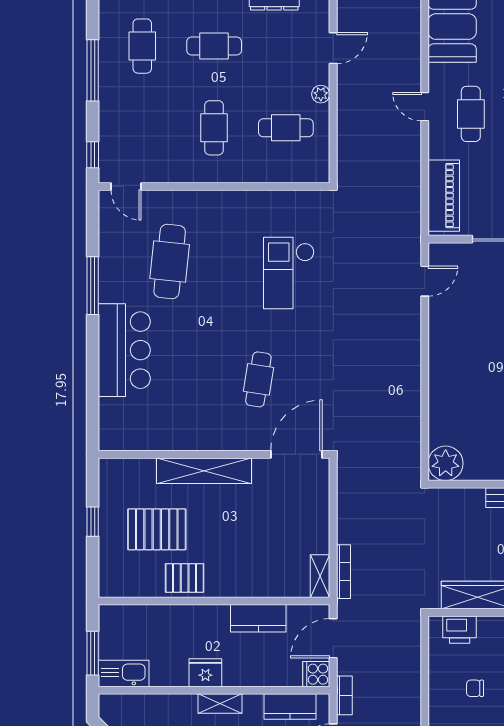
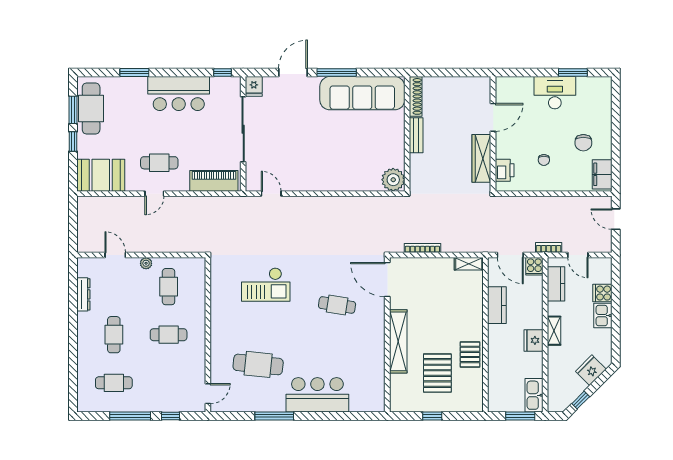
window: (93, 155) -> (170, 416), moved
bookcase: (343, 572) -> (422, 248), moved

